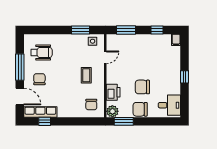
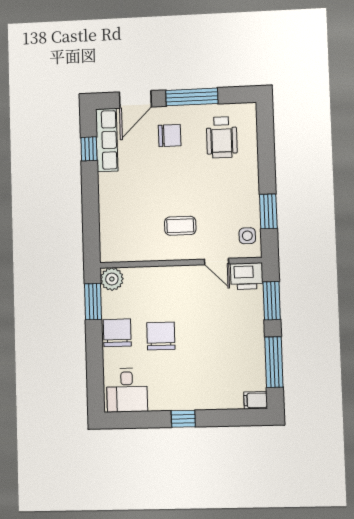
window: (157, 30) -> (274, 362), width x2.17
printer: (113, 92) -> (247, 276), moved
chair: (91, 105) -> (124, 238), removed

